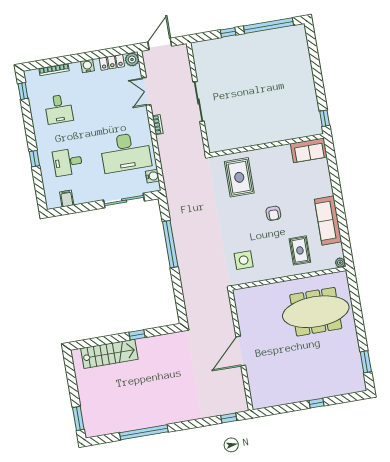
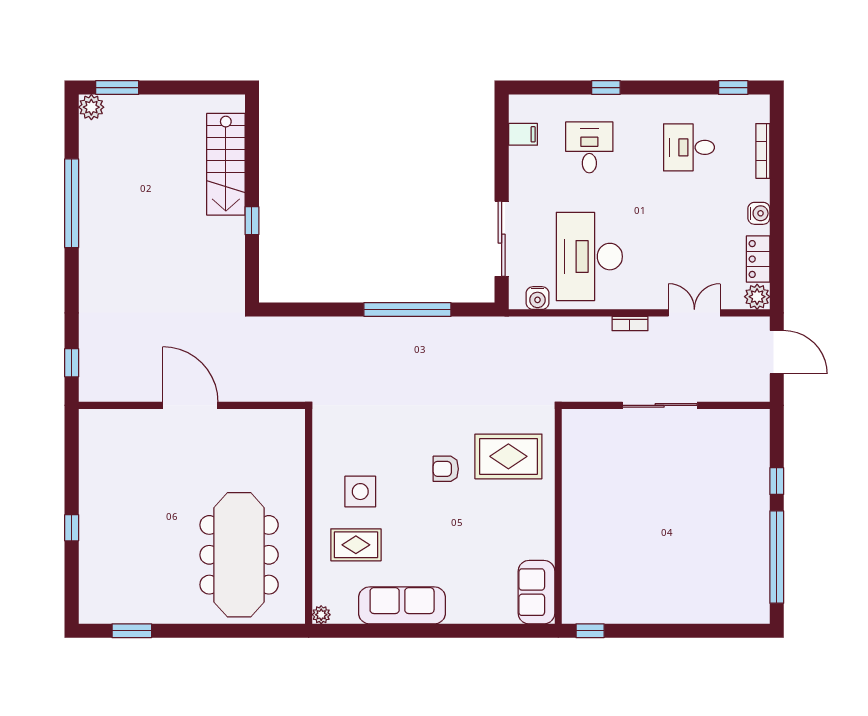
armchair: (273, 213) -> (446, 469), moved
side table: (244, 260) -> (360, 492), moved
plant: (91, 430) -> (91, 107), added

